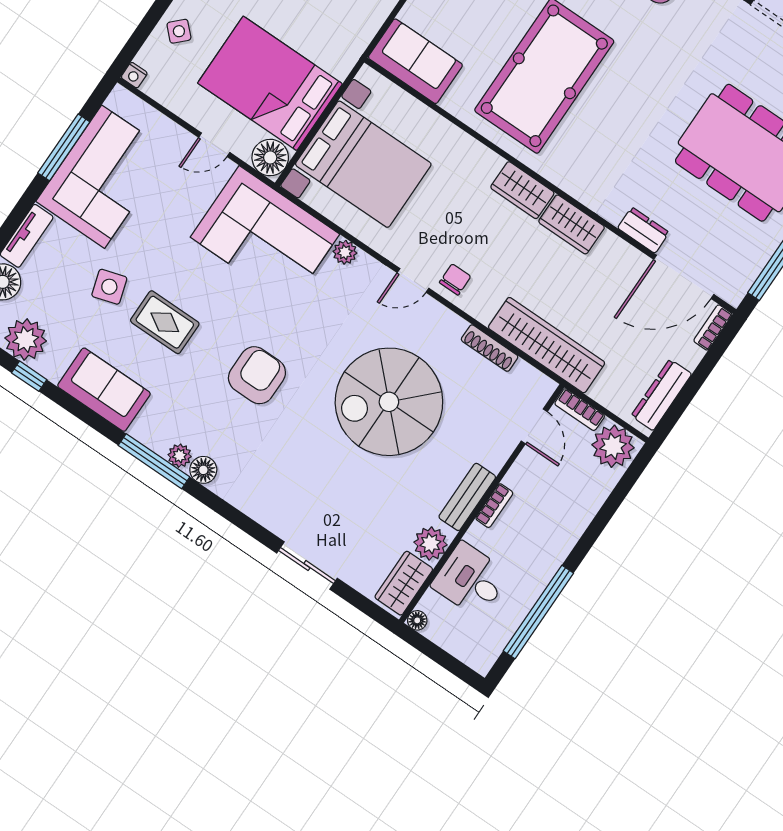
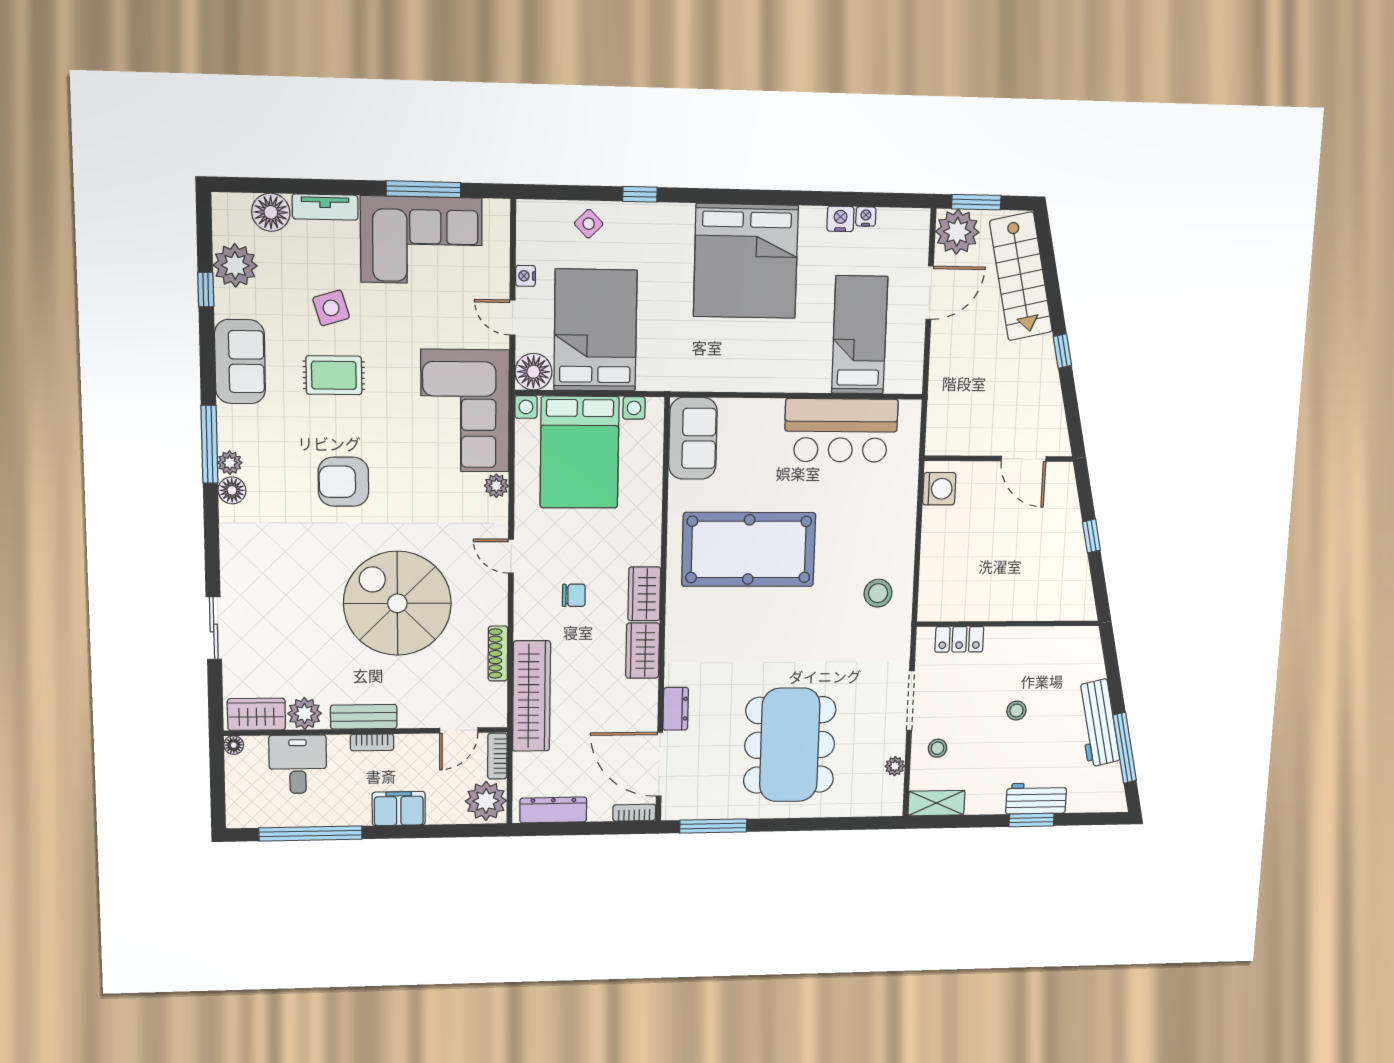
nightstand: (134, 75) -> (525, 276), moved
chair: (455, 279) -> (574, 595), moved
rug: (165, 322) -> (334, 375), turned 90
armchair: (257, 375) -> (343, 482), turned 180
filing cabinet: (568, 524) -> (399, 809), added

